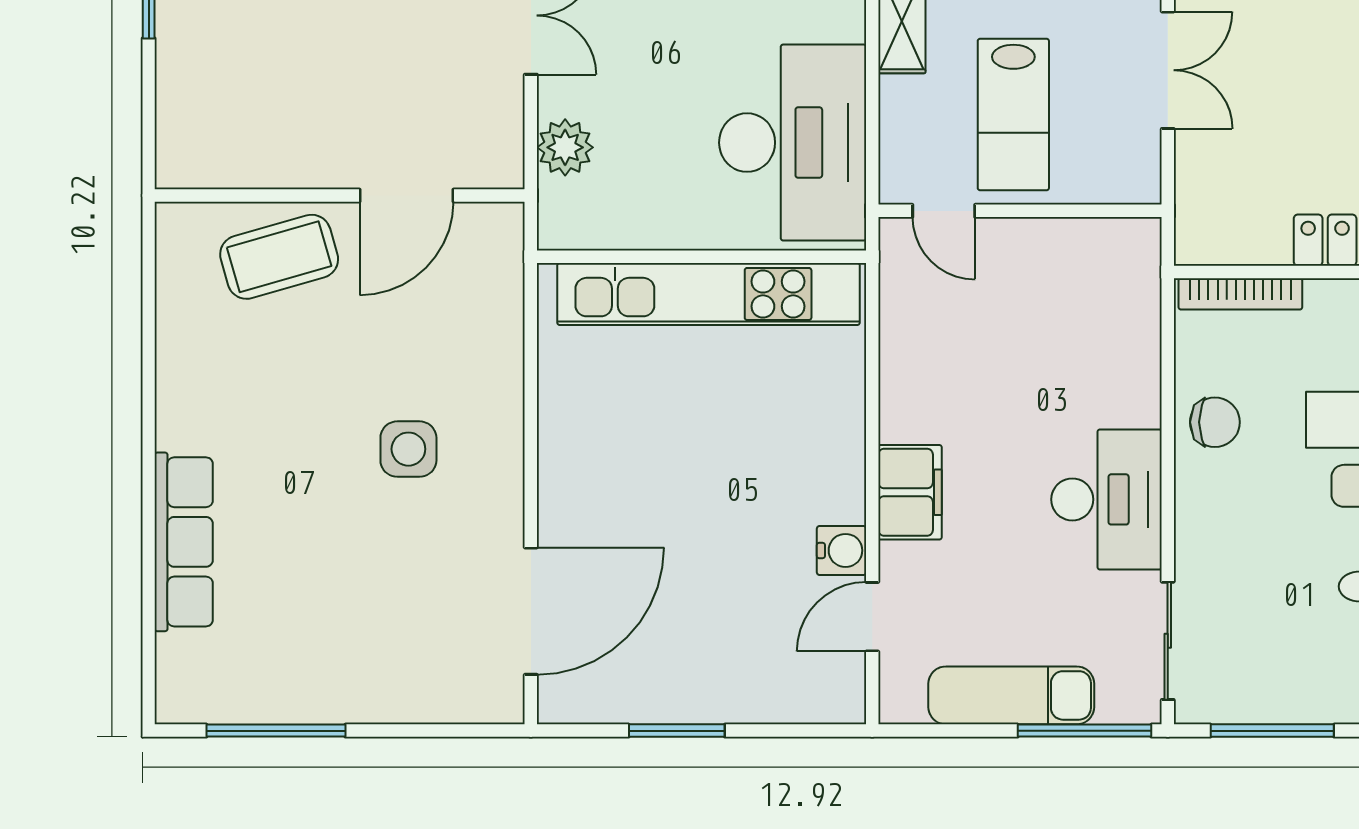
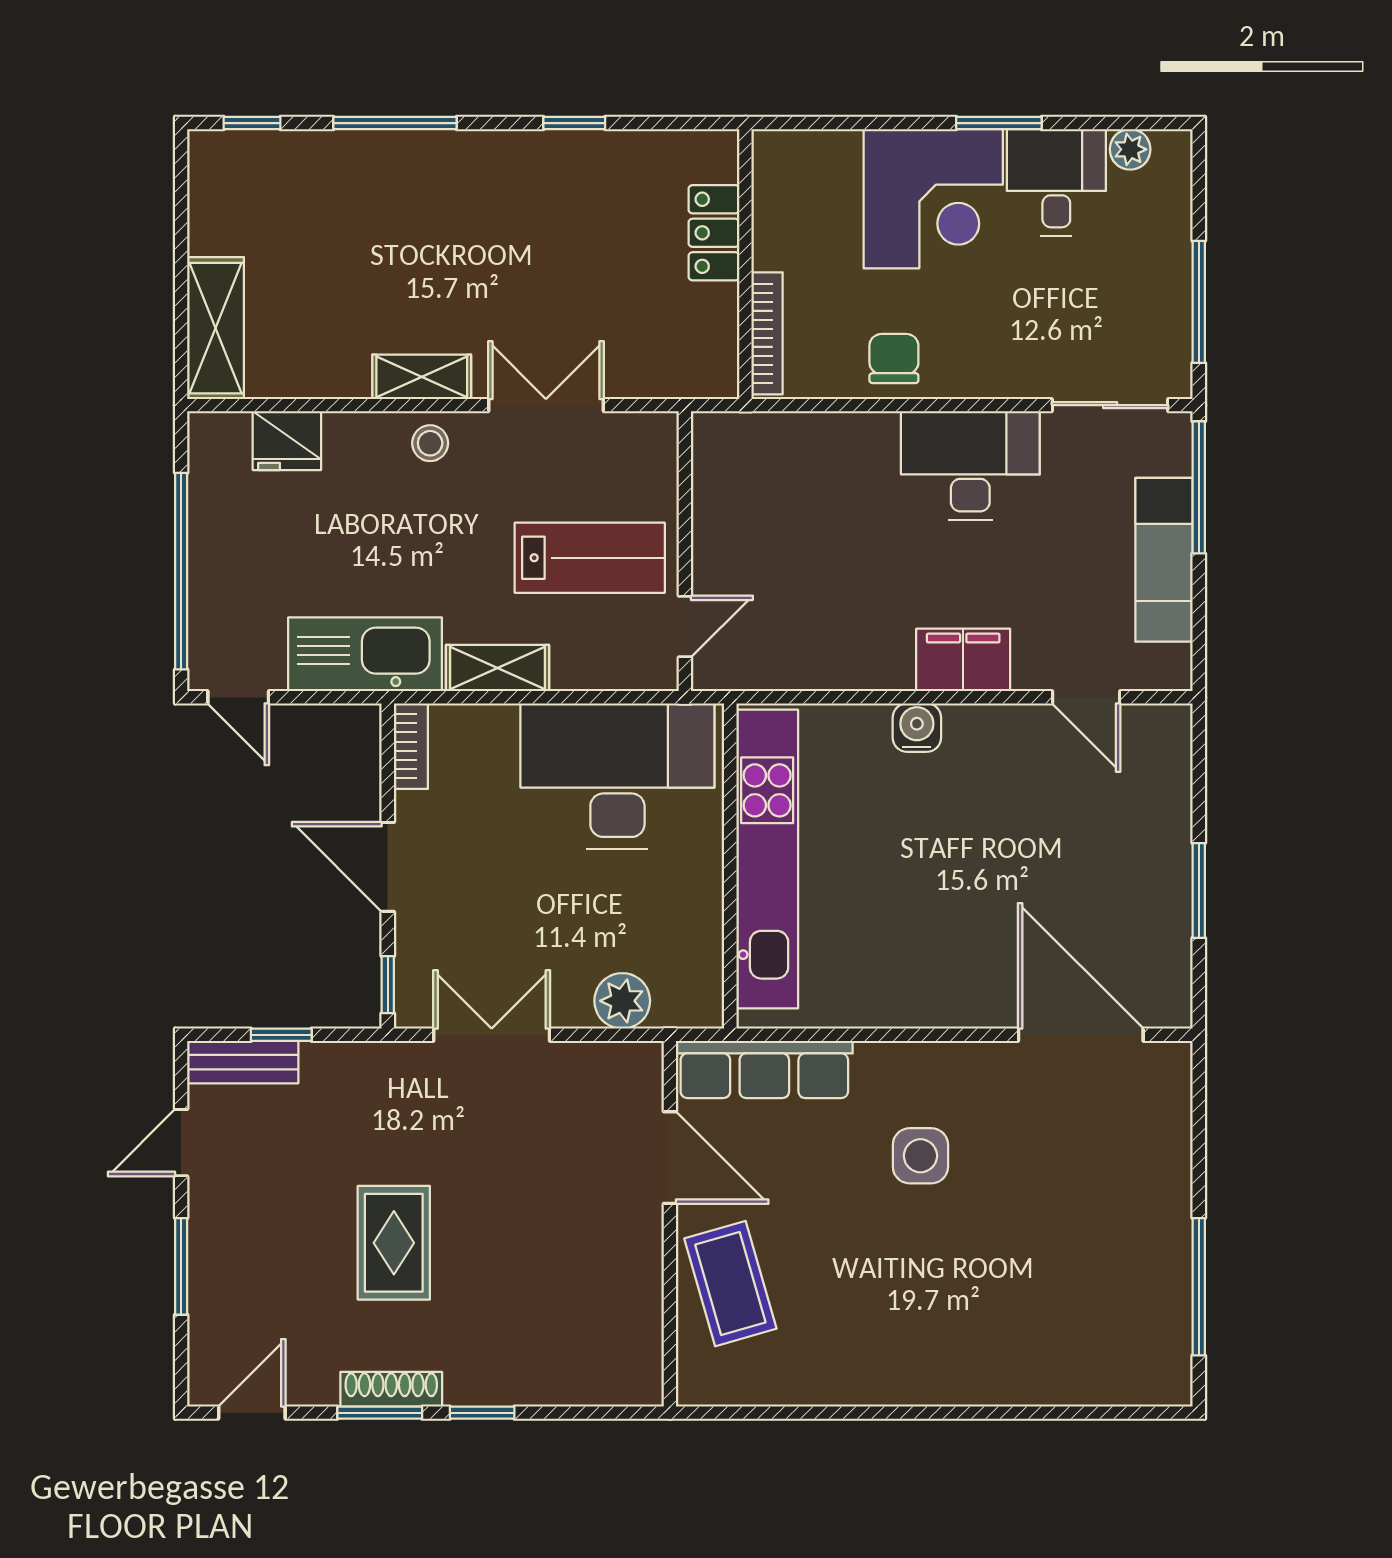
row of seats: (184, 542) -> (764, 1069), moved, turned 180
water cooler: (842, 550) -> (917, 728), moved

